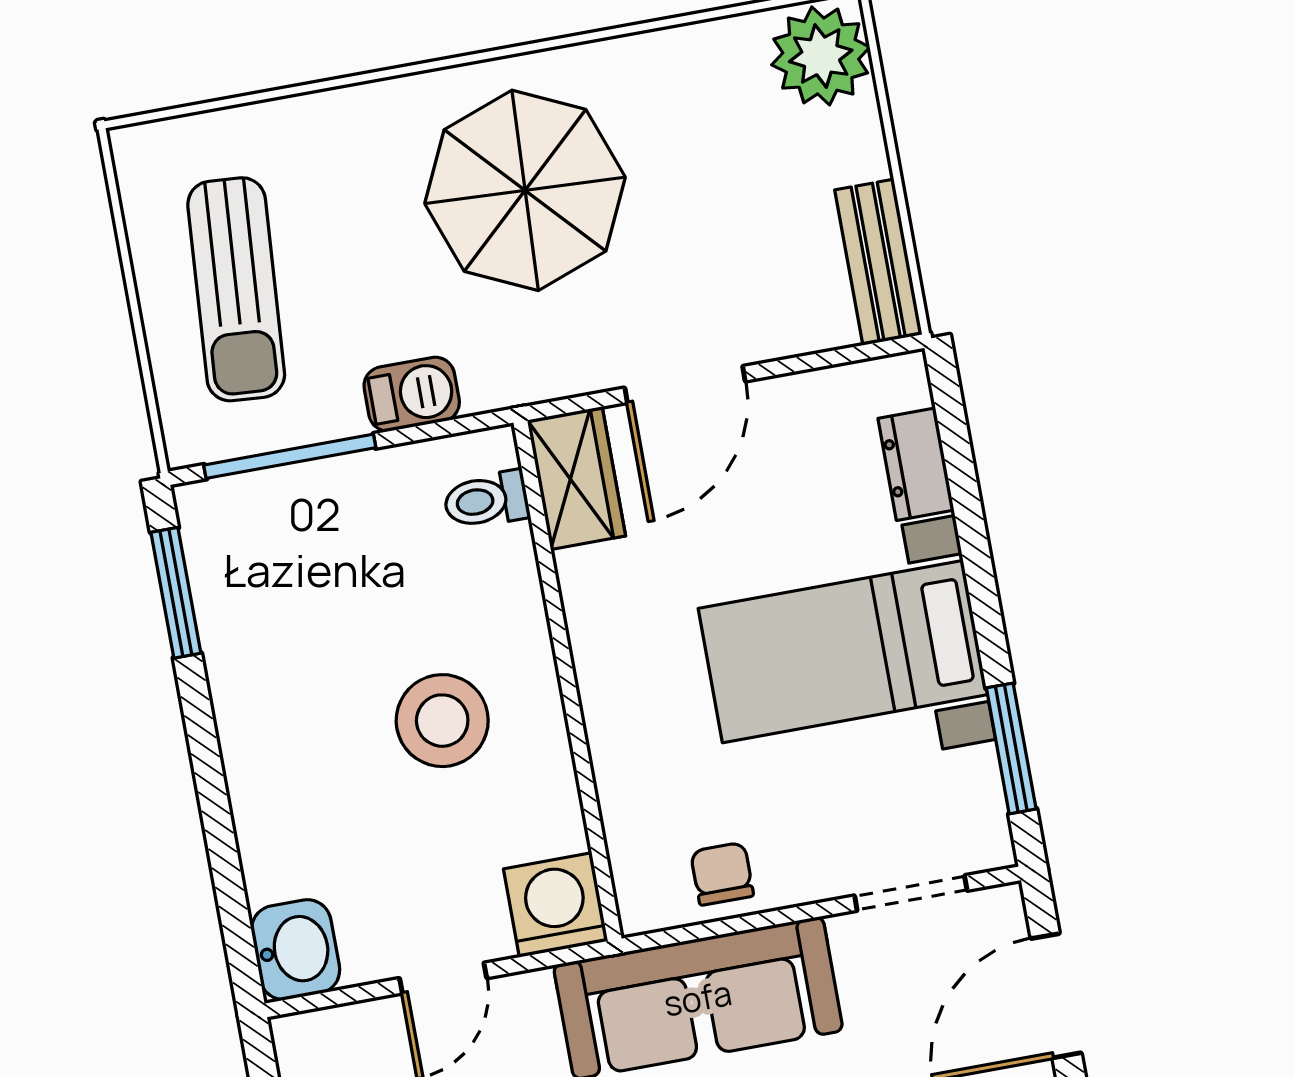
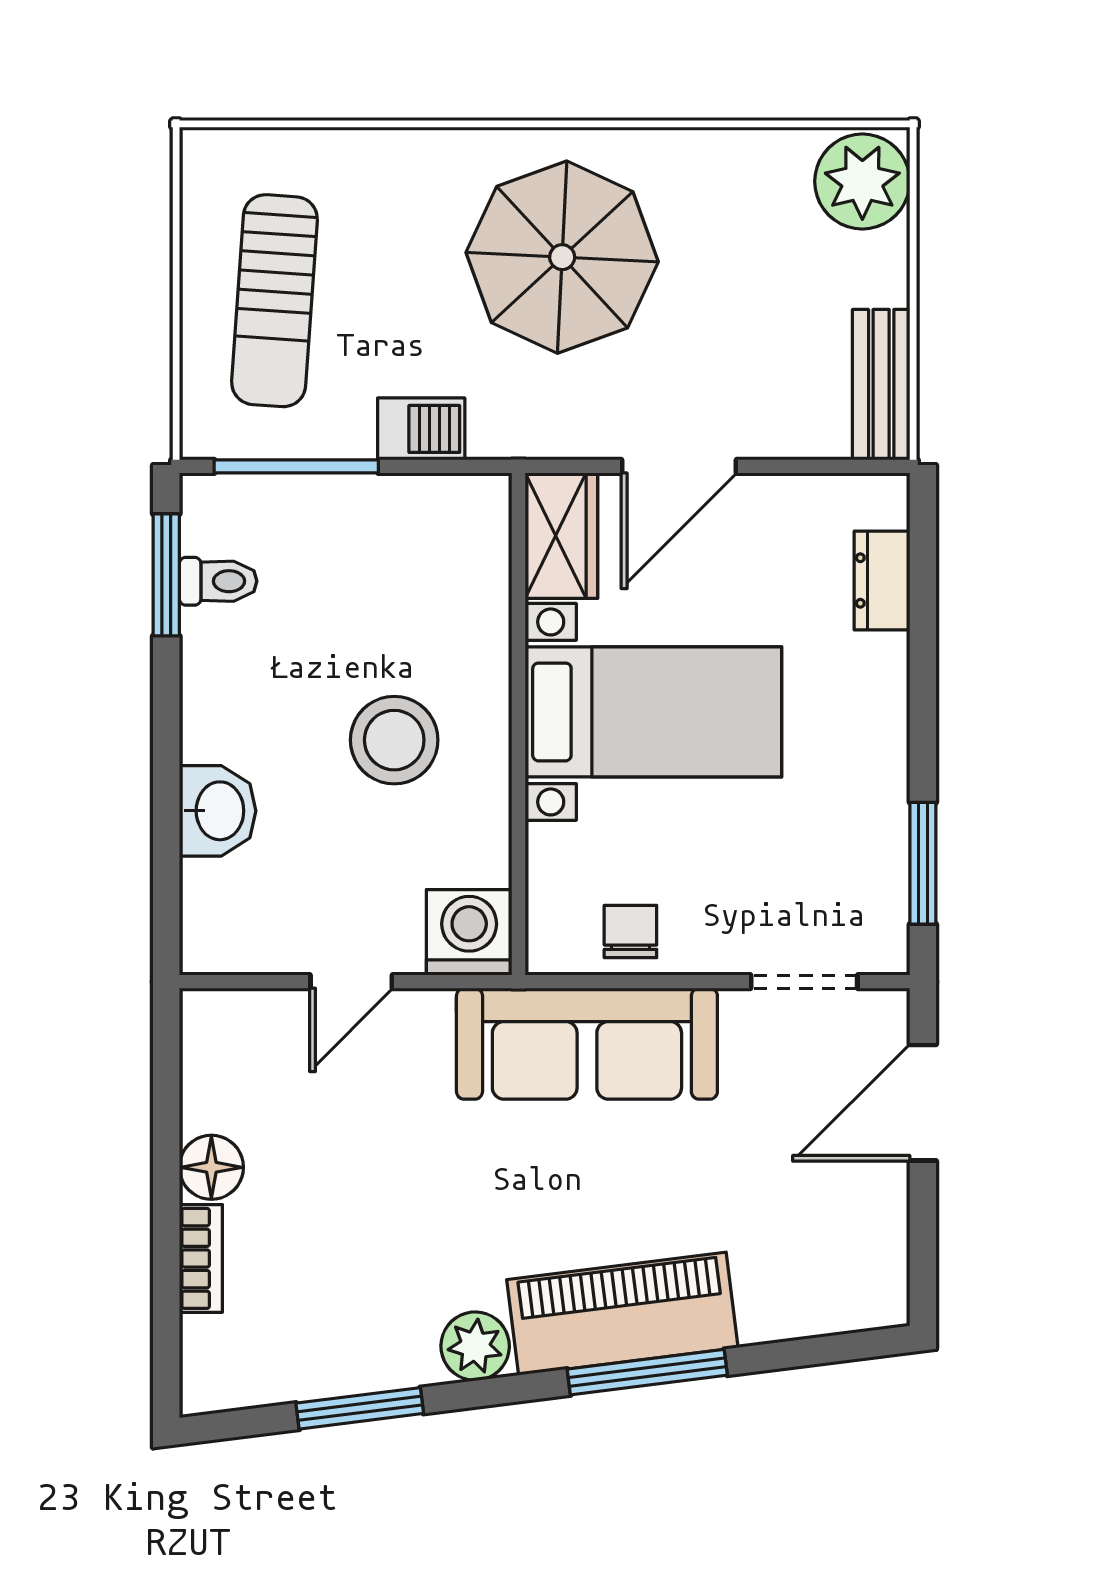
toilet: (486, 500) -> (218, 581), moved, turned 180
bed with nightstands: (843, 652) -> (653, 712), moved, turned 180
washbasin: (296, 950) -> (218, 811), moved

